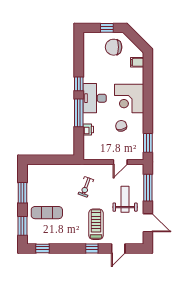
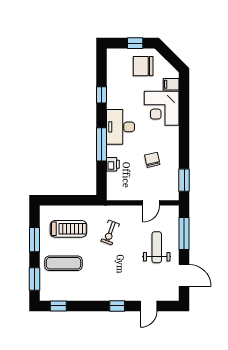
window: (79, 84) -> (102, 95), moved
corner desk: (129, 98) -> (162, 108), moved
treadmill: (96, 224) -> (69, 229), moved, turned 90

